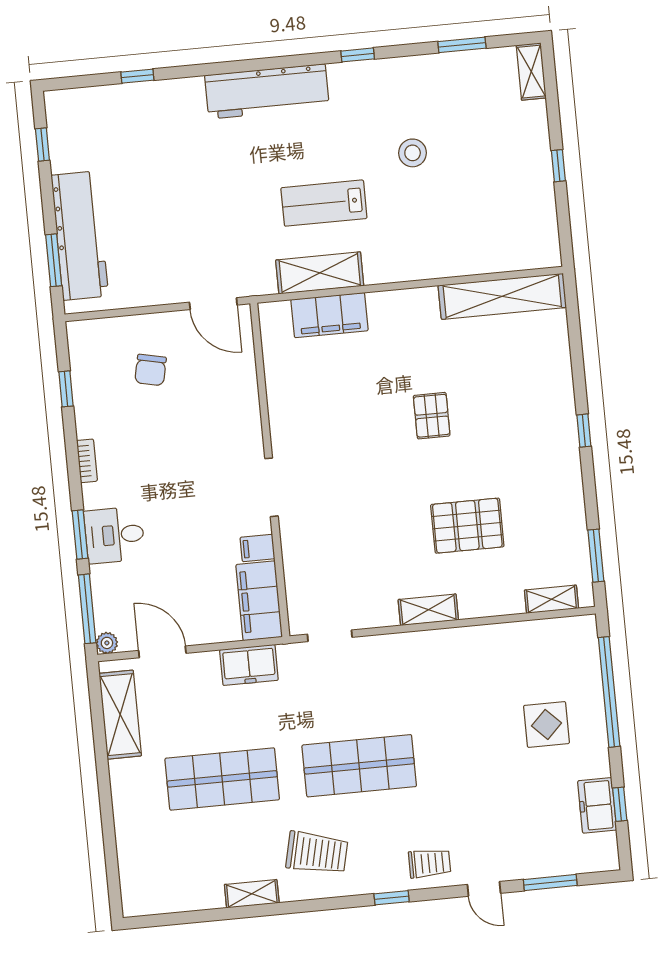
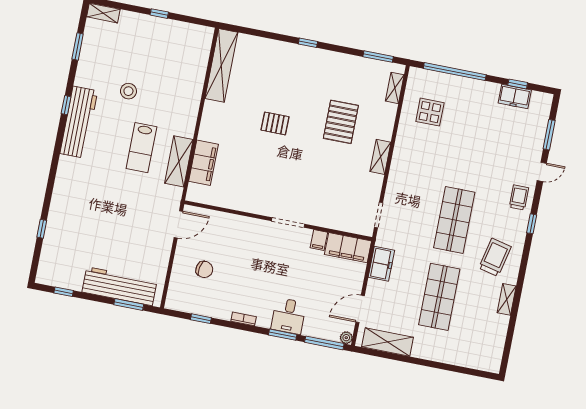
workbench: (267, 91) -> (79, 122), moved
display table: (546, 724) -> (430, 112), moved

